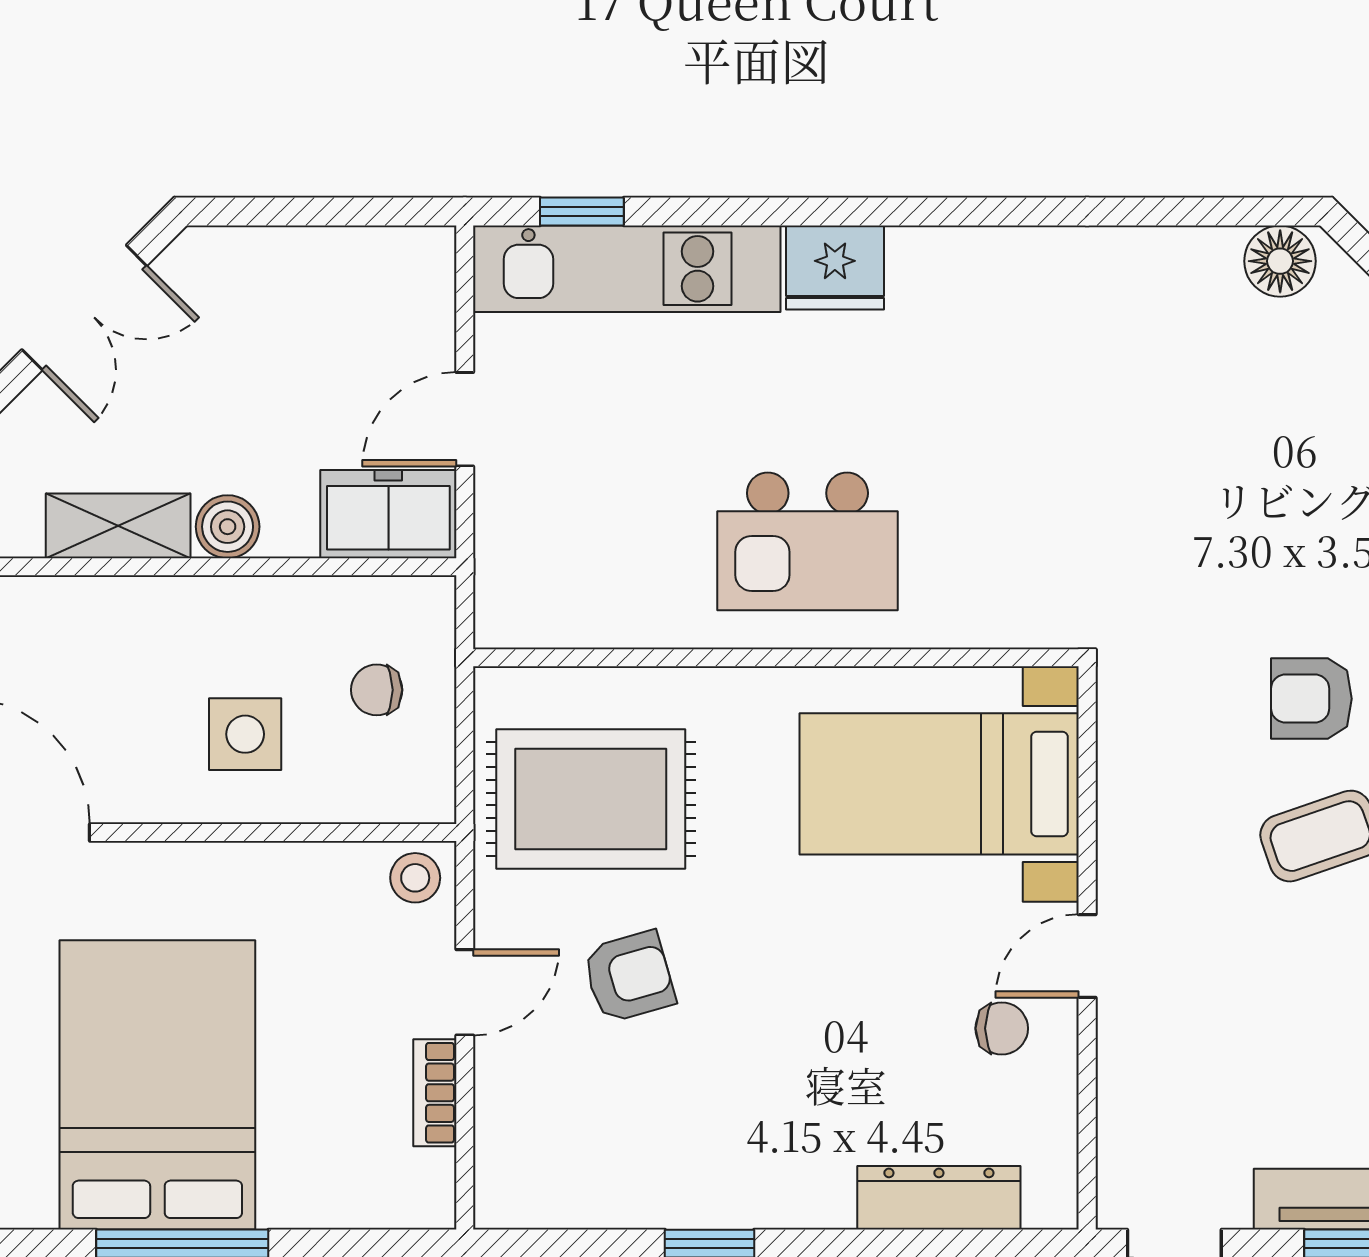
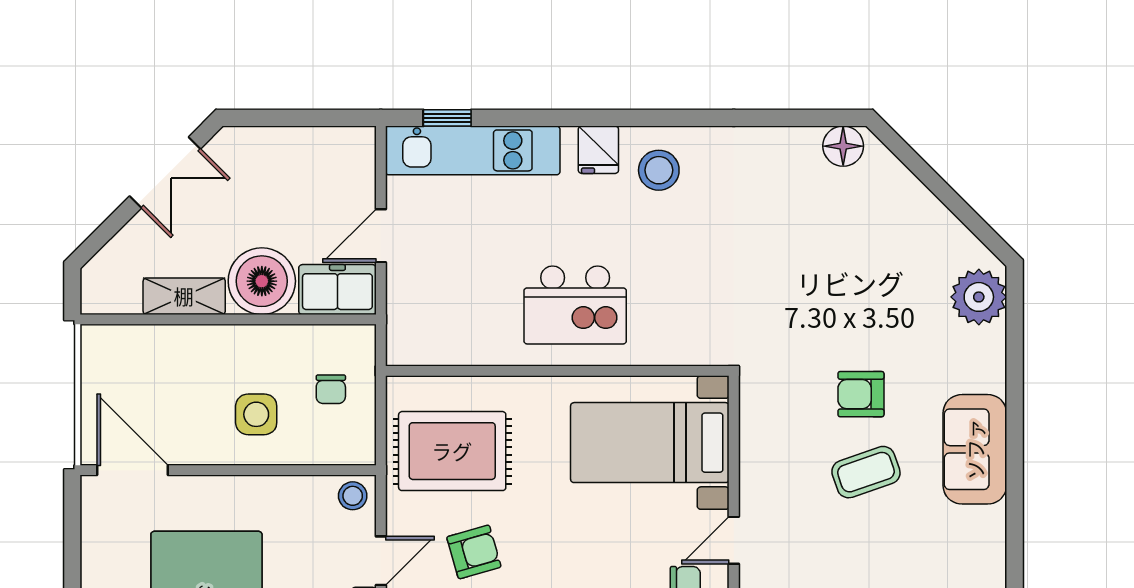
fridge: (835, 268) -> (598, 150), width x0.72
stool: (955, 304) -> (659, 170), added
boiler: (228, 527) -> (262, 281), width x1.86, depth x1.86
chair: (377, 690) -> (331, 389), turned -90

